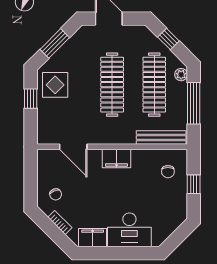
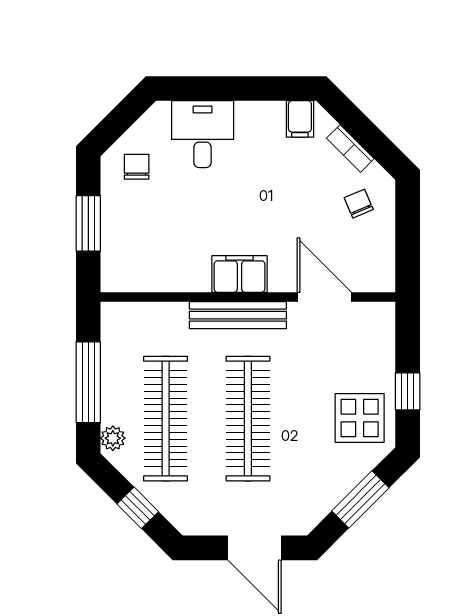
bench: (161, 137) -> (238, 315), moved
chair: (168, 172) -> (137, 167), moved
window: (194, 184) -> (88, 223), width x1.50
desk: (129, 230) -> (203, 134), width x0.73
filing cabinet: (93, 238) -> (300, 119), width x0.50

